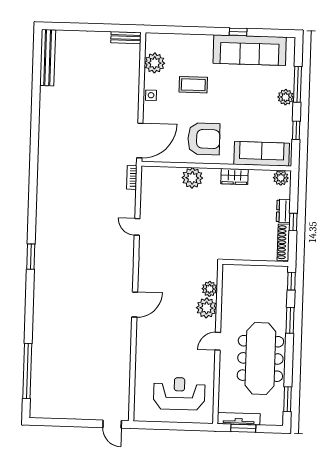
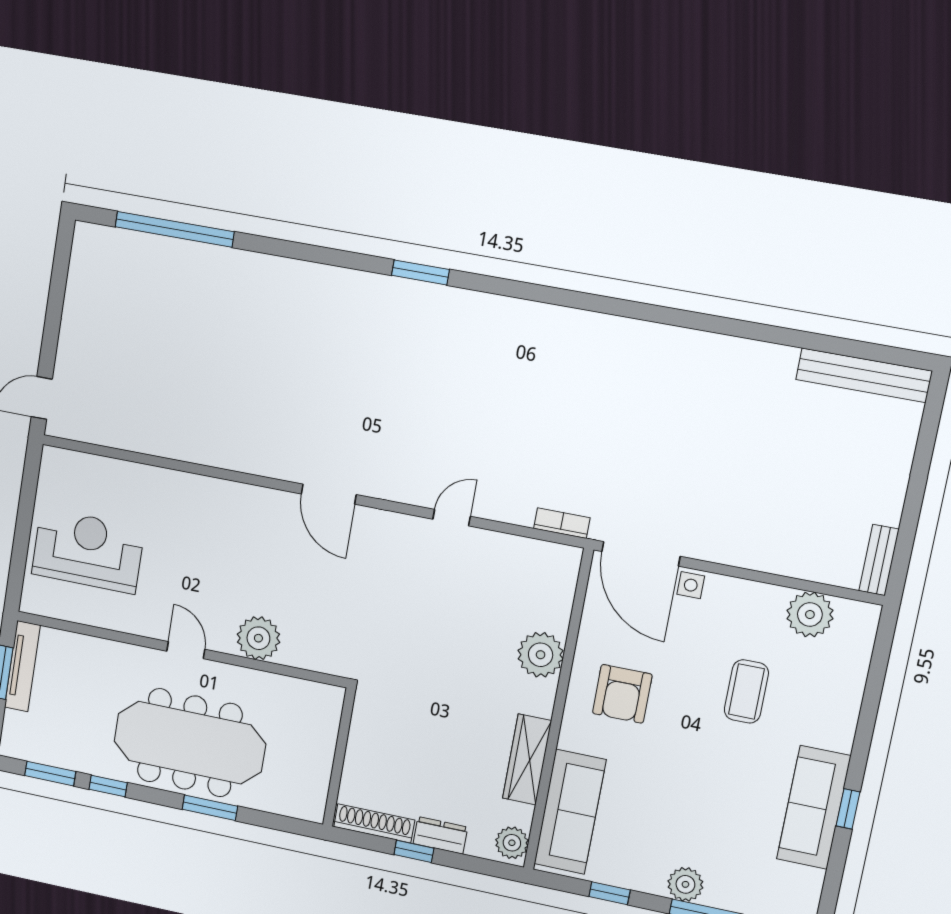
sofa: (250, 50) -> (814, 807), width x0.74, depth x0.79
side table: (151, 95) -> (691, 585), moved
armchair: (204, 139) -> (622, 694), width x0.73, depth x0.73
wardrobe: (234, 177) -> (527, 759), width x1.50
window: (291, 281) -> (108, 786), moved
plant: (210, 289) -> (298, 652), removed
door: (135, 304) -> (329, 494), moved
meeting table: (260, 358) -> (190, 743), moved
reception desk: (179, 394) -> (88, 551), turned -90

